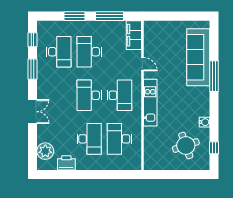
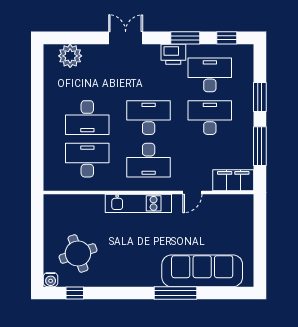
desk: (59, 52) -> (210, 75), turned 180
double door: (32, 112) -> (126, 38), swing flipped
water cooler: (204, 122) -> (51, 280), moved
printer: (66, 163) -> (173, 54), moved, turned 90

